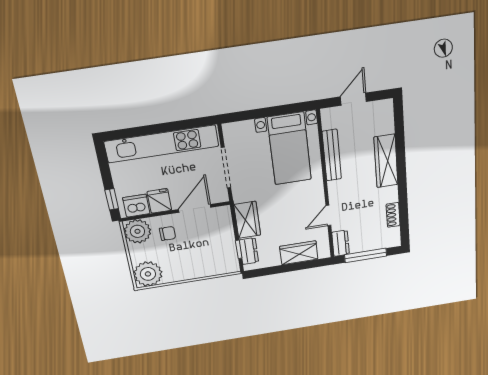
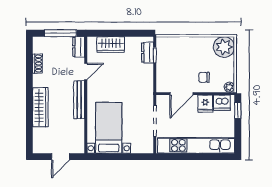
bench: (332, 155) -> (79, 100), moved
wardrobe: (247, 220) -> (145, 78), removed
plant: (137, 231) -> (229, 87), width x0.53, depth x0.53

